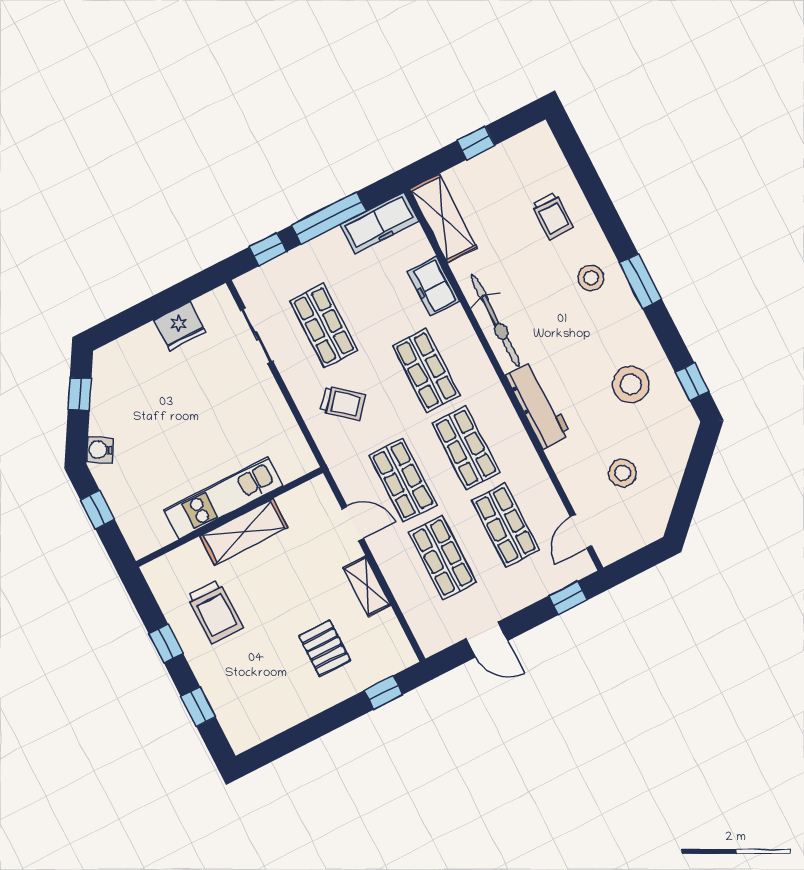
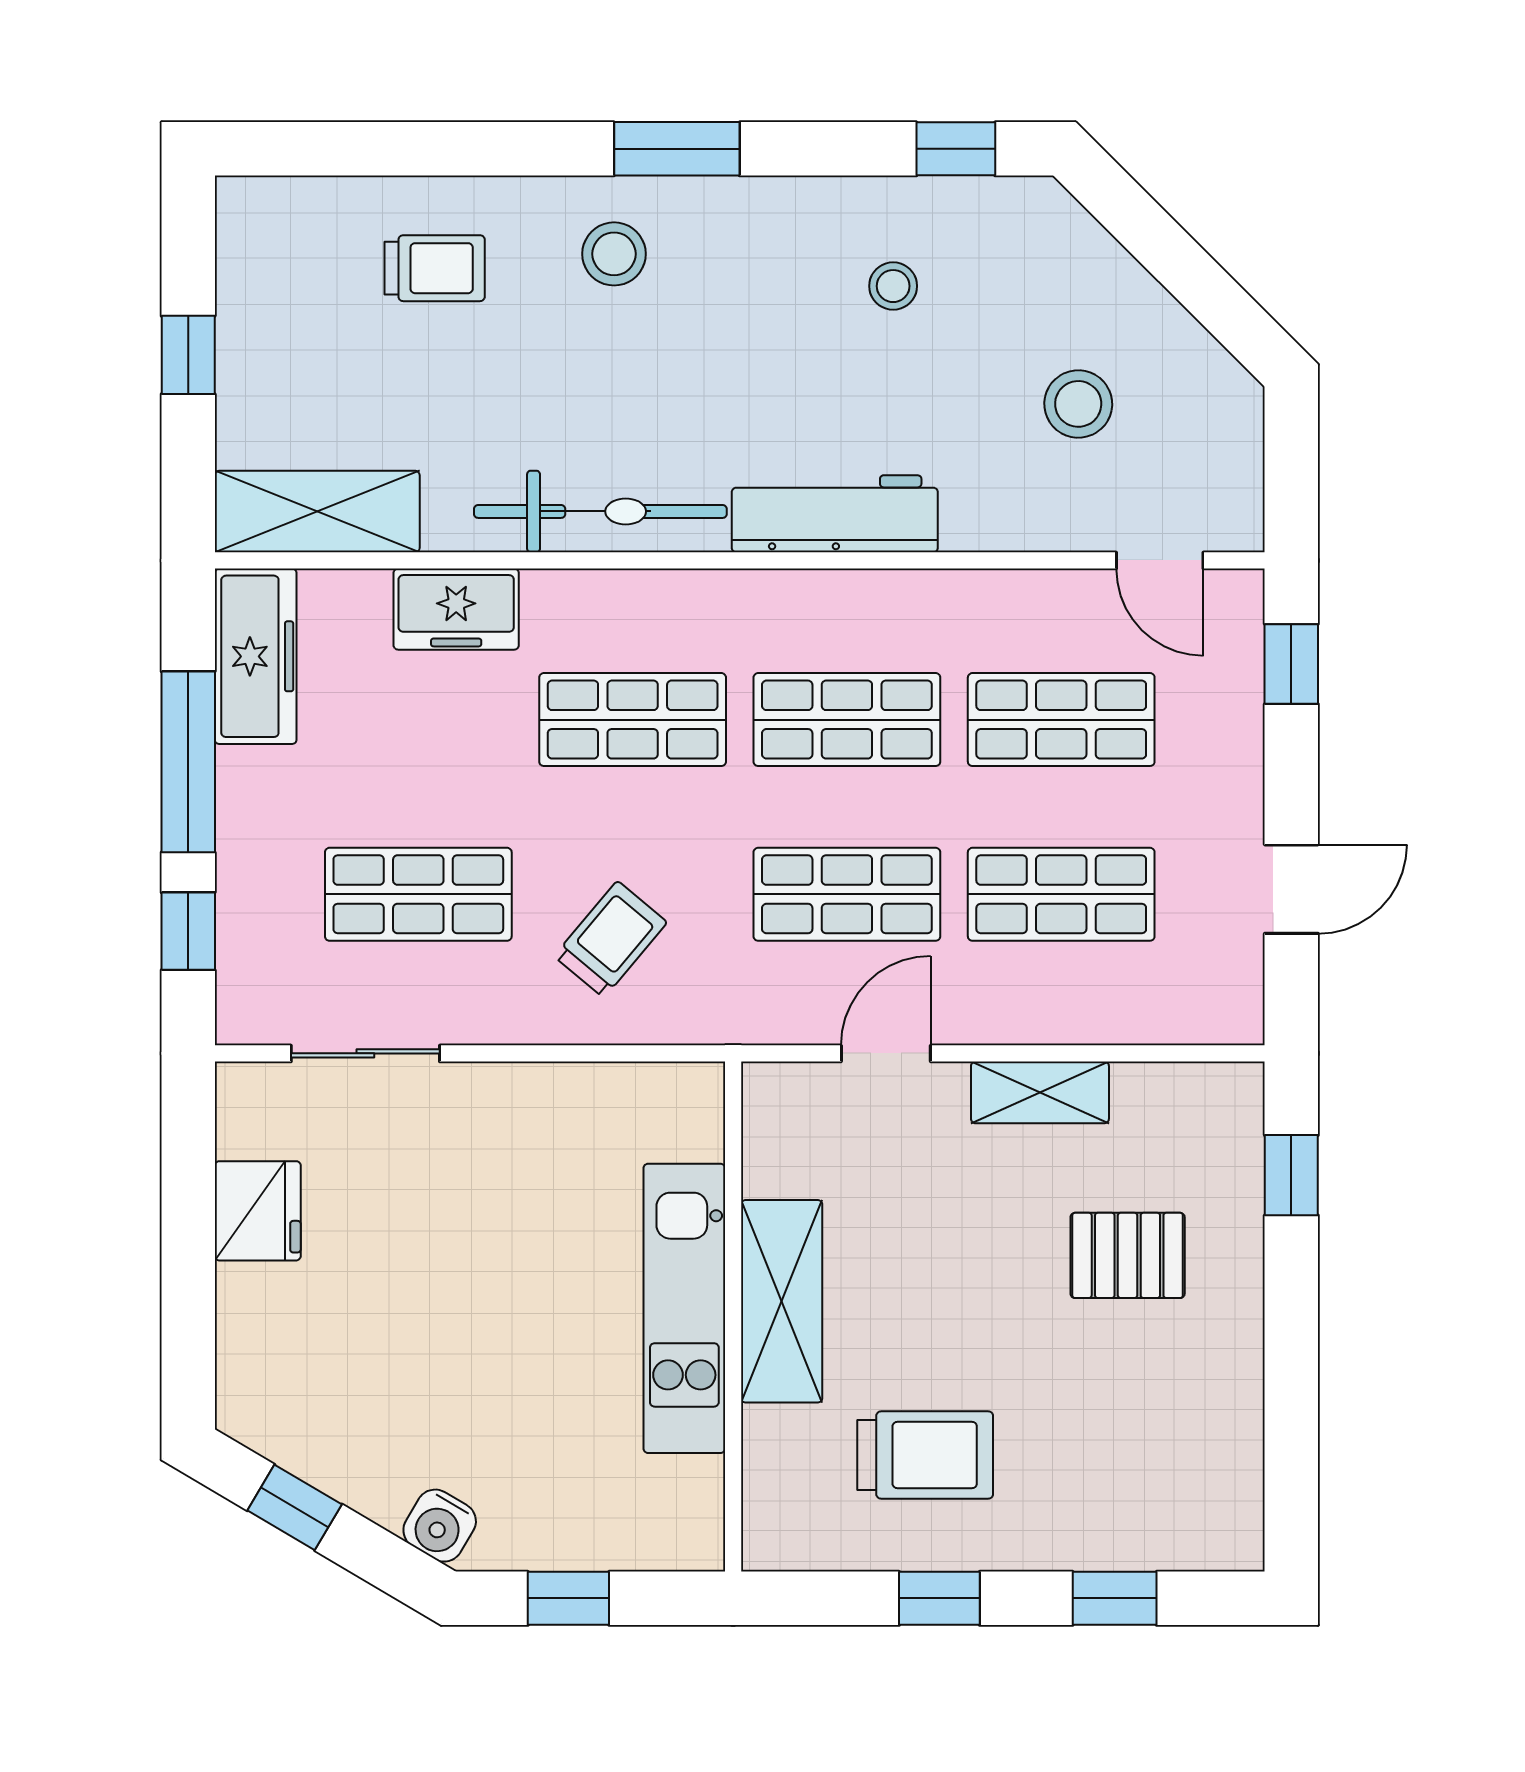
stool: (631, 384) -> (893, 286), width x0.53, depth x0.53

